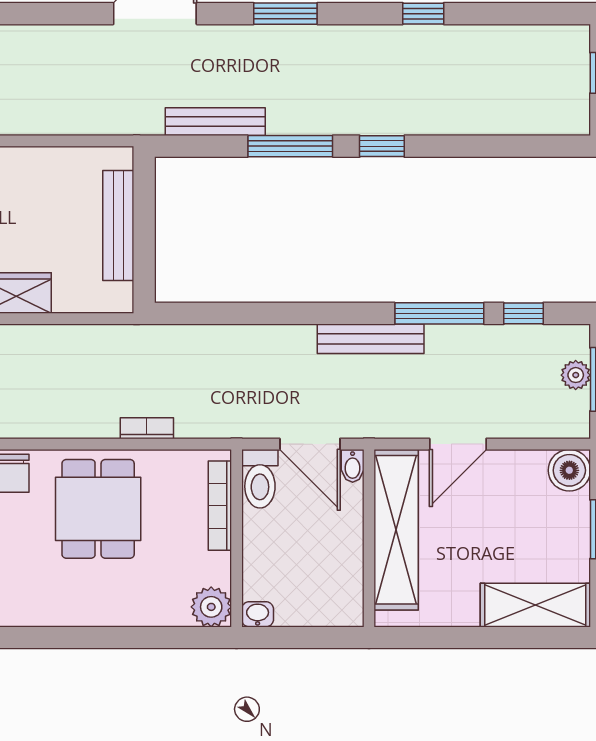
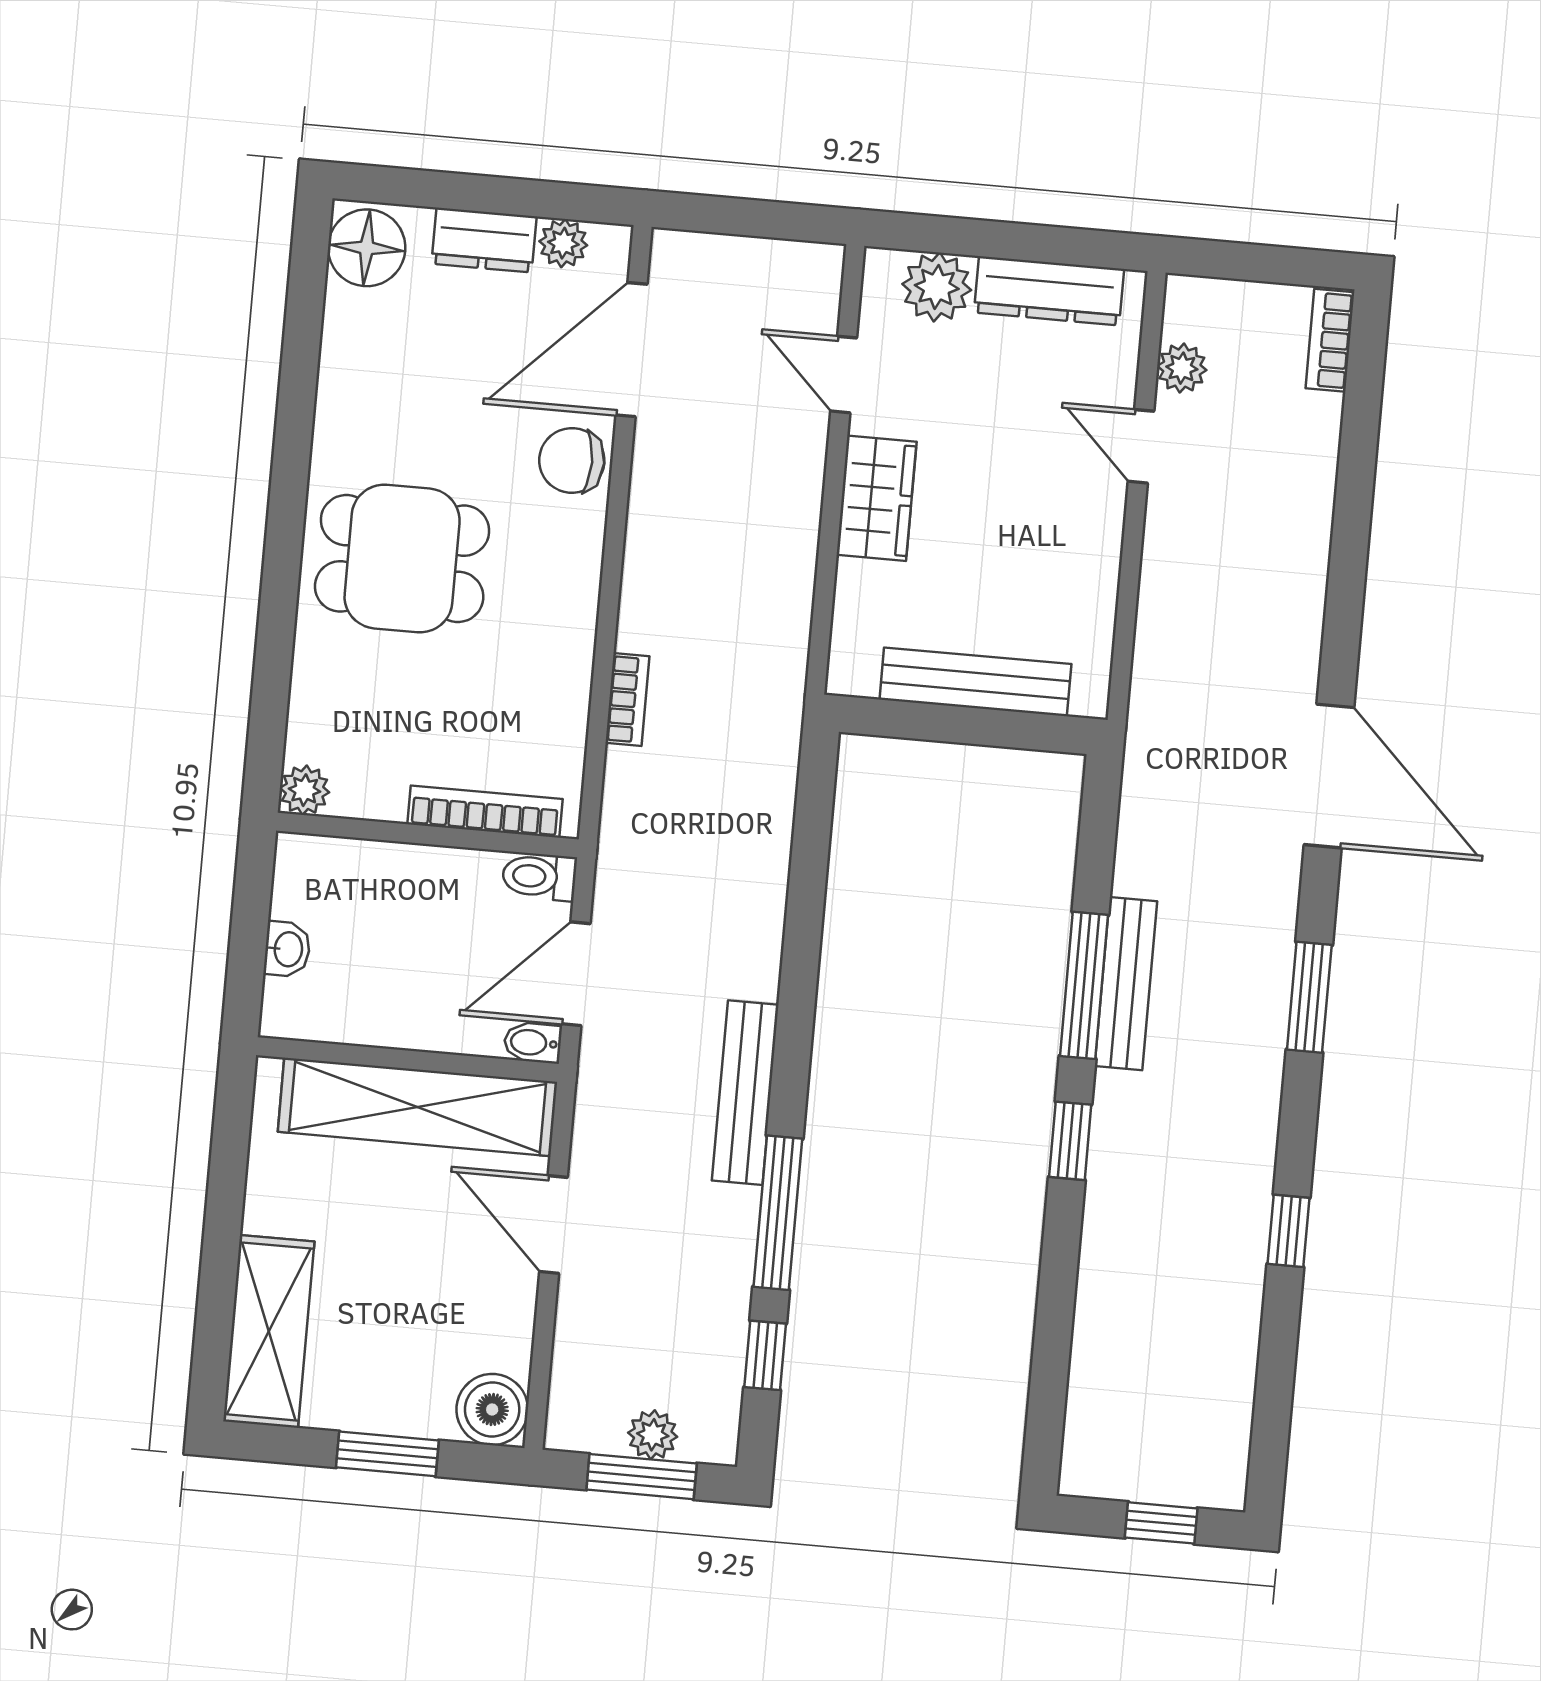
bench: (215, 122) -> (1126, 984), moved
toilet: (260, 479) -> (539, 877), width x0.73, depth x0.72
dining table: (98, 509) -> (402, 559), moved
plant: (211, 607) -> (305, 790), width x0.73, depth x0.73
washbasin: (258, 614) -> (287, 949), moved

